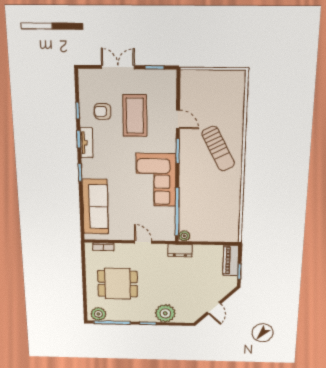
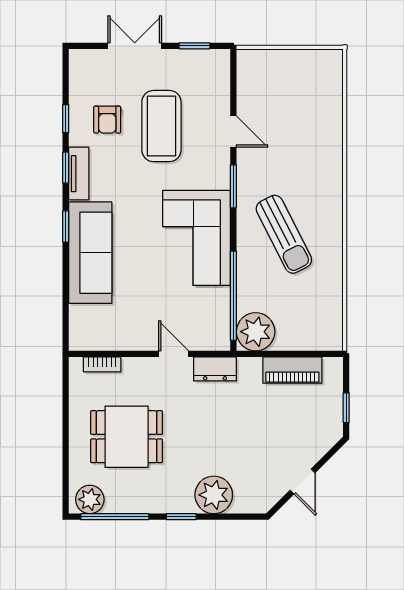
armchair: (102, 111) -> (107, 120), turned -90
sun lounger: (218, 149) -> (284, 234), moved
sofa: (95, 207) -> (90, 253), moved
plant: (184, 236) -> (256, 332), width x1.88, depth x1.88
dresser: (180, 251) -> (215, 369), moved
piano: (231, 260) -> (292, 370), moved, turned -90

